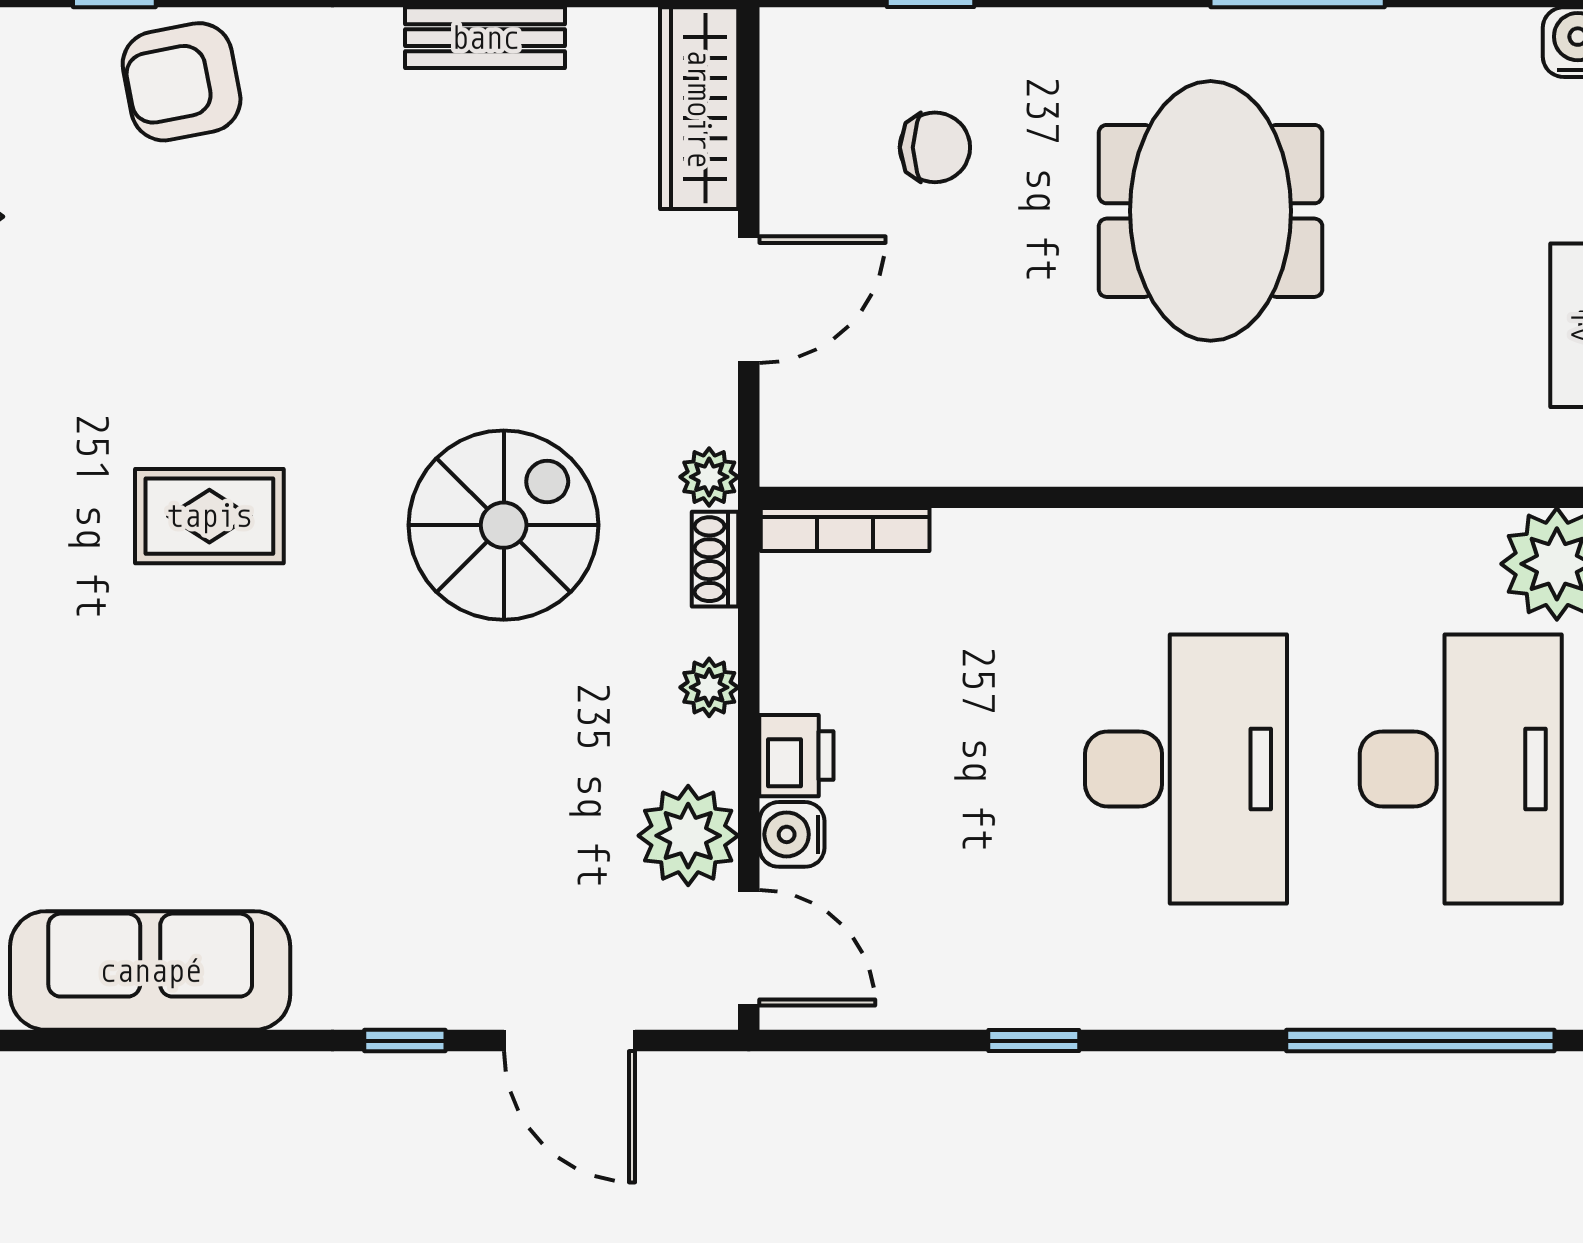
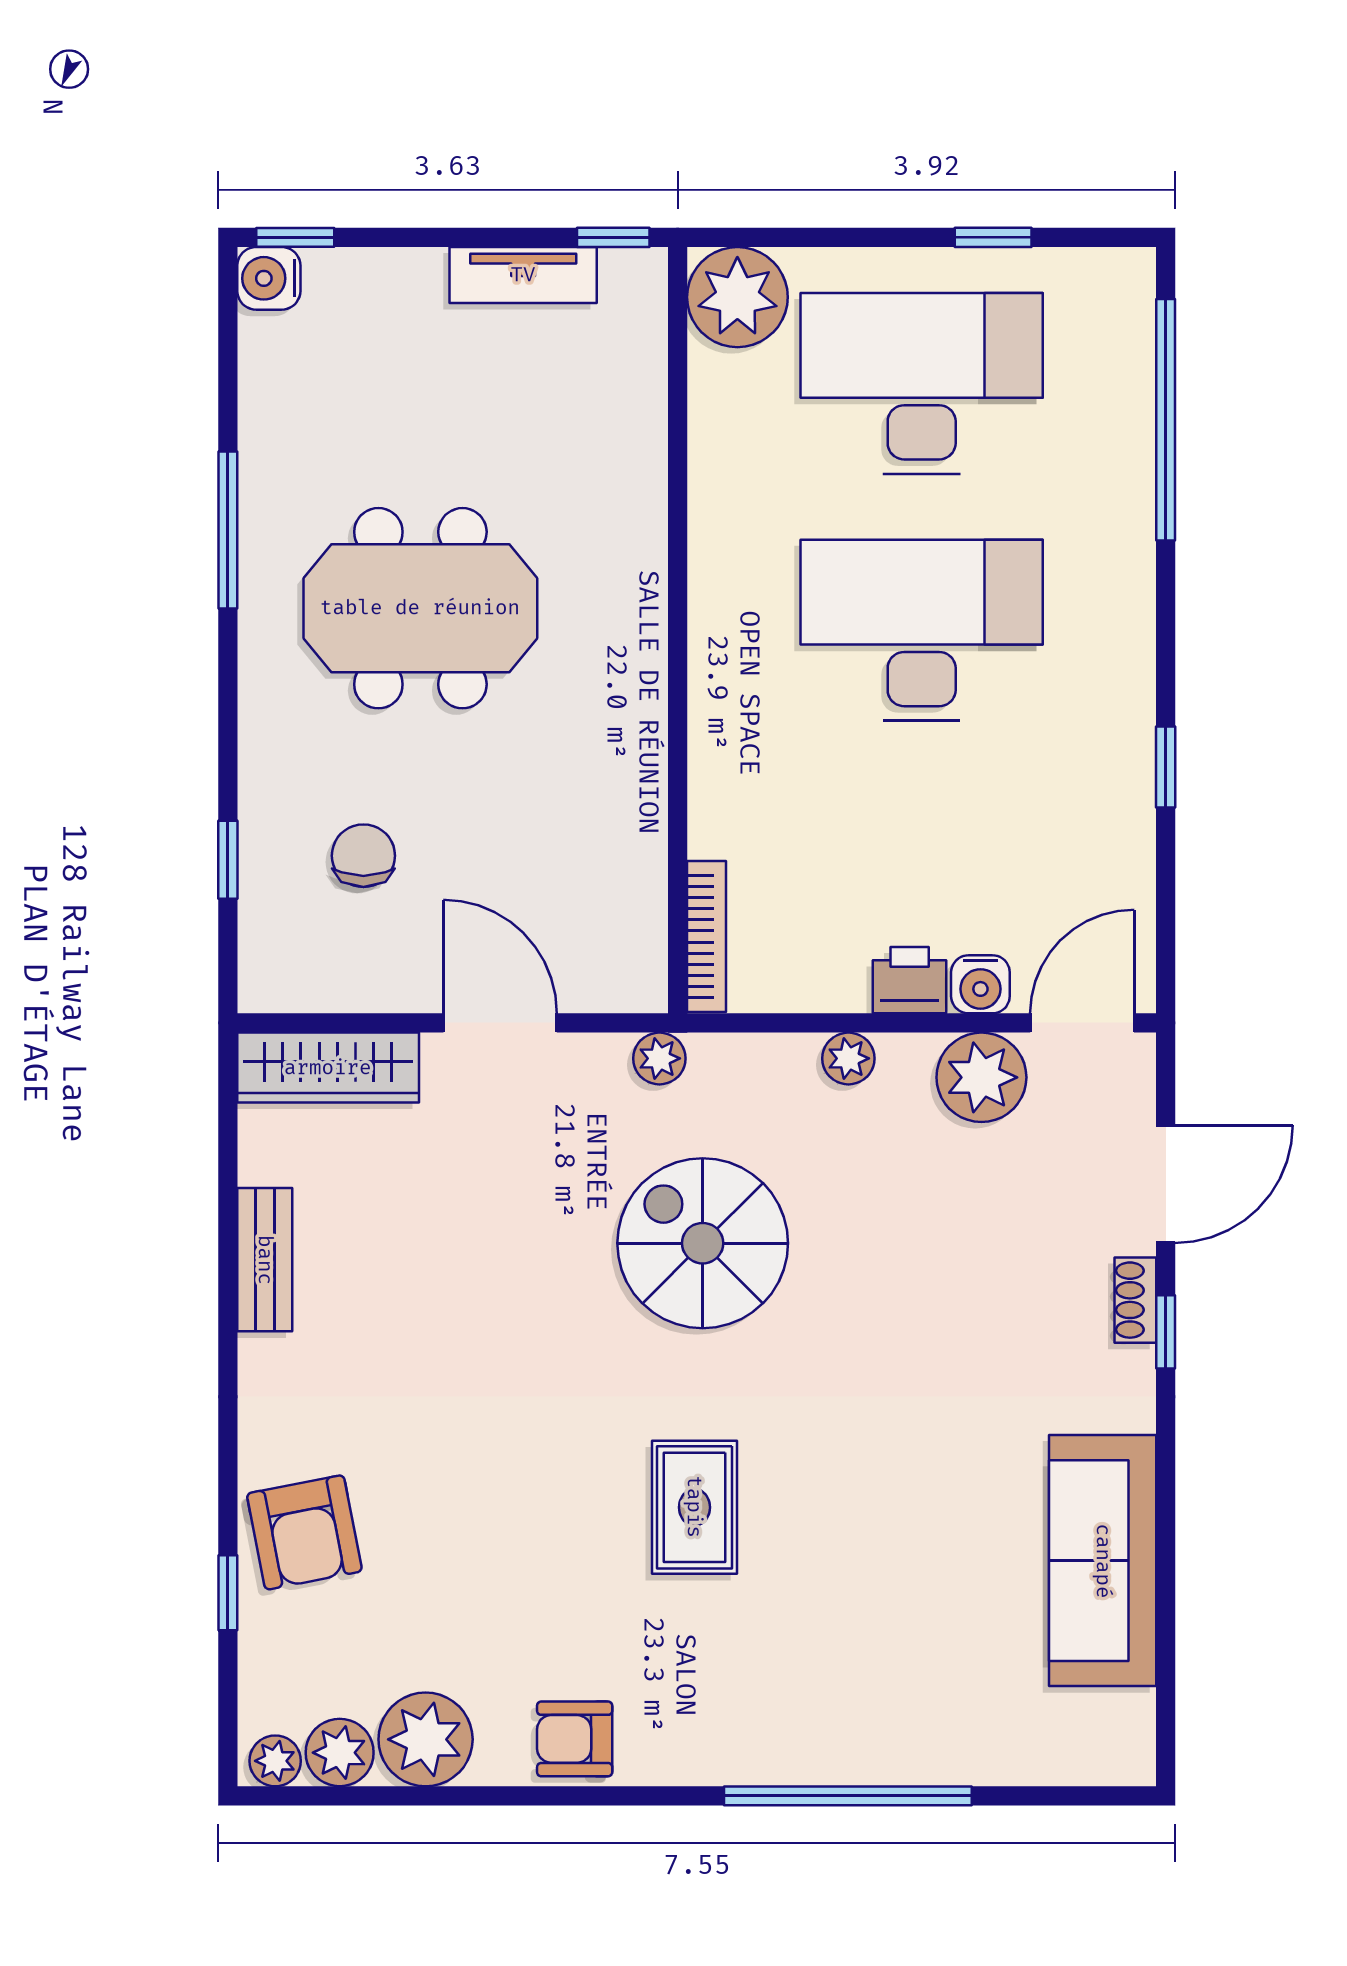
shoe rack: (715, 559) -> (1135, 1300), moved, turned 90

